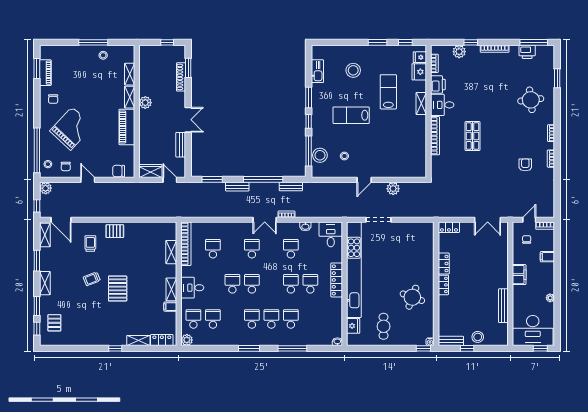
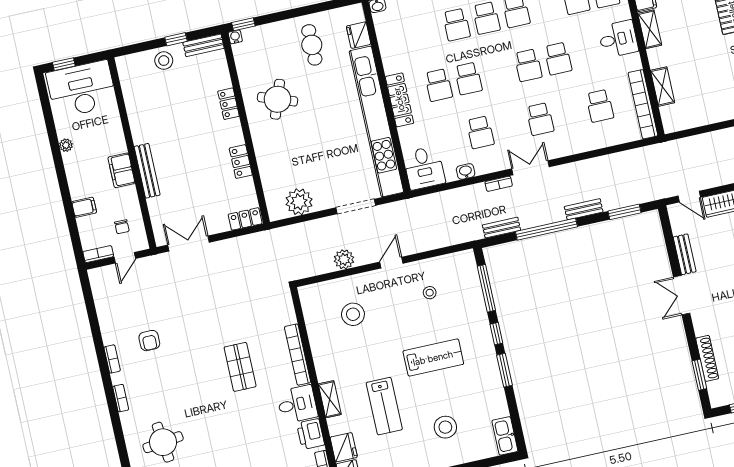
kitchen sink: (317, 71) -> (505, 436), moved
stool: (320, 155) -> (353, 314), moved
plant: (413, 231) -> (299, 202), added
locker: (443, 285) -> (229, 104), moved
bench: (503, 306) -> (147, 171), moved

